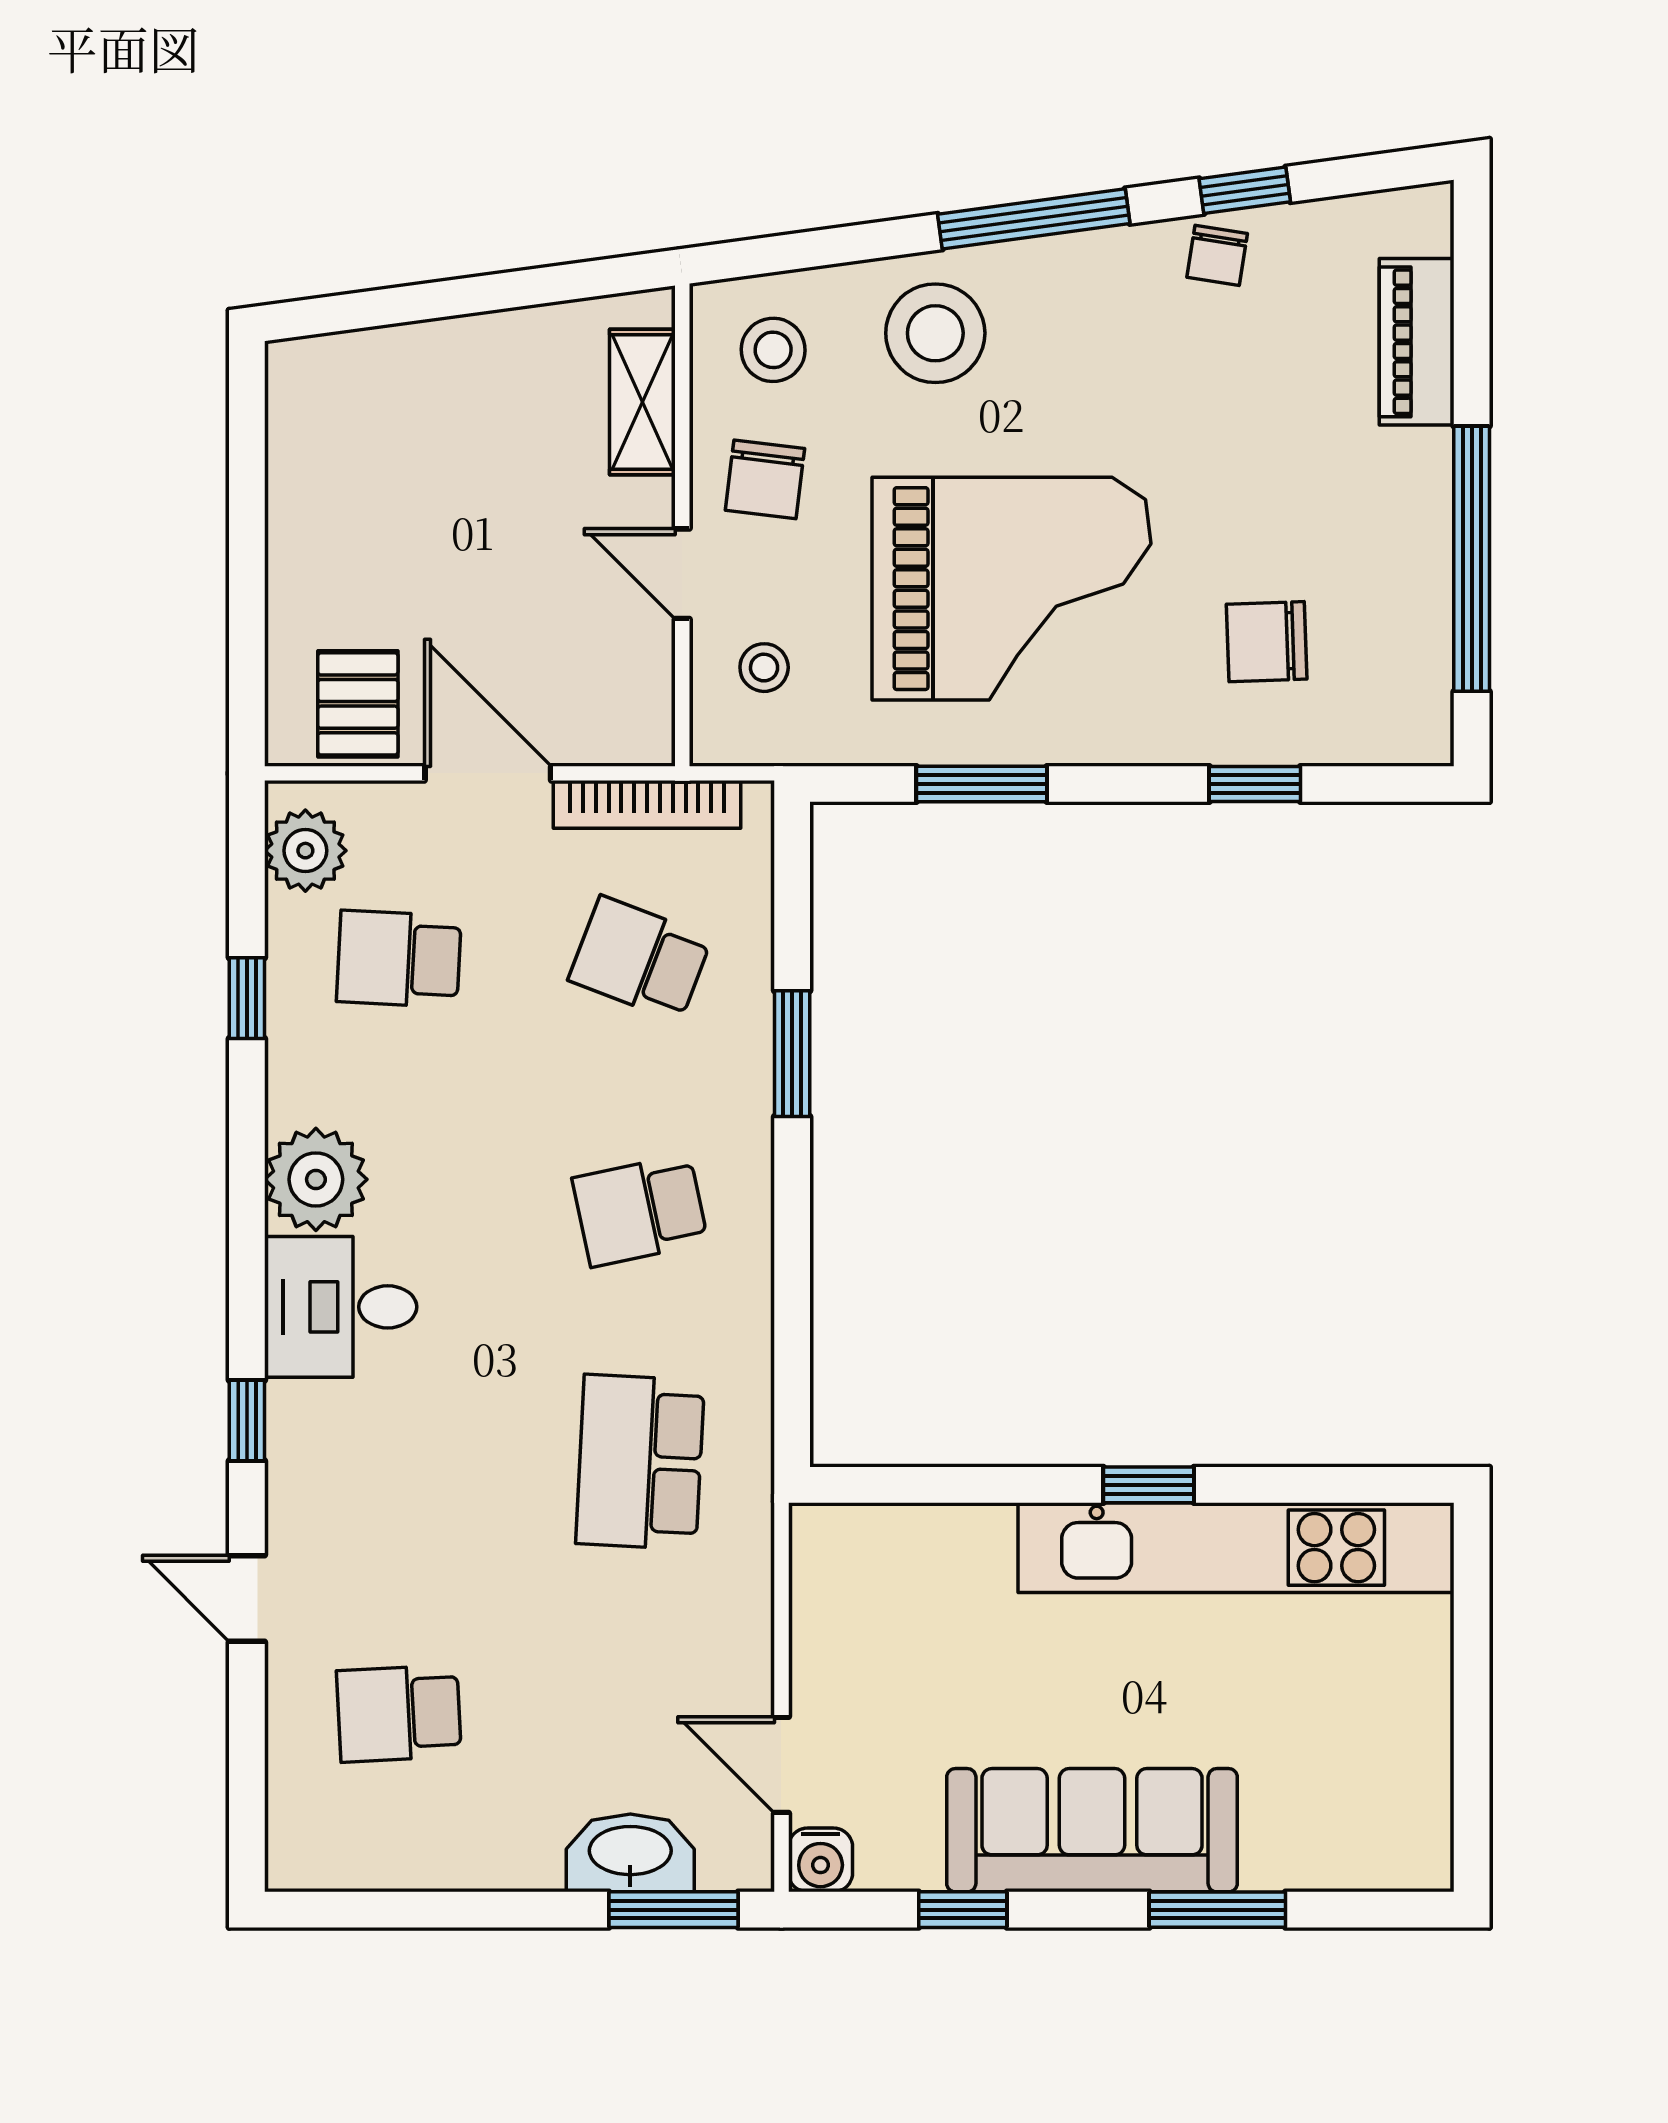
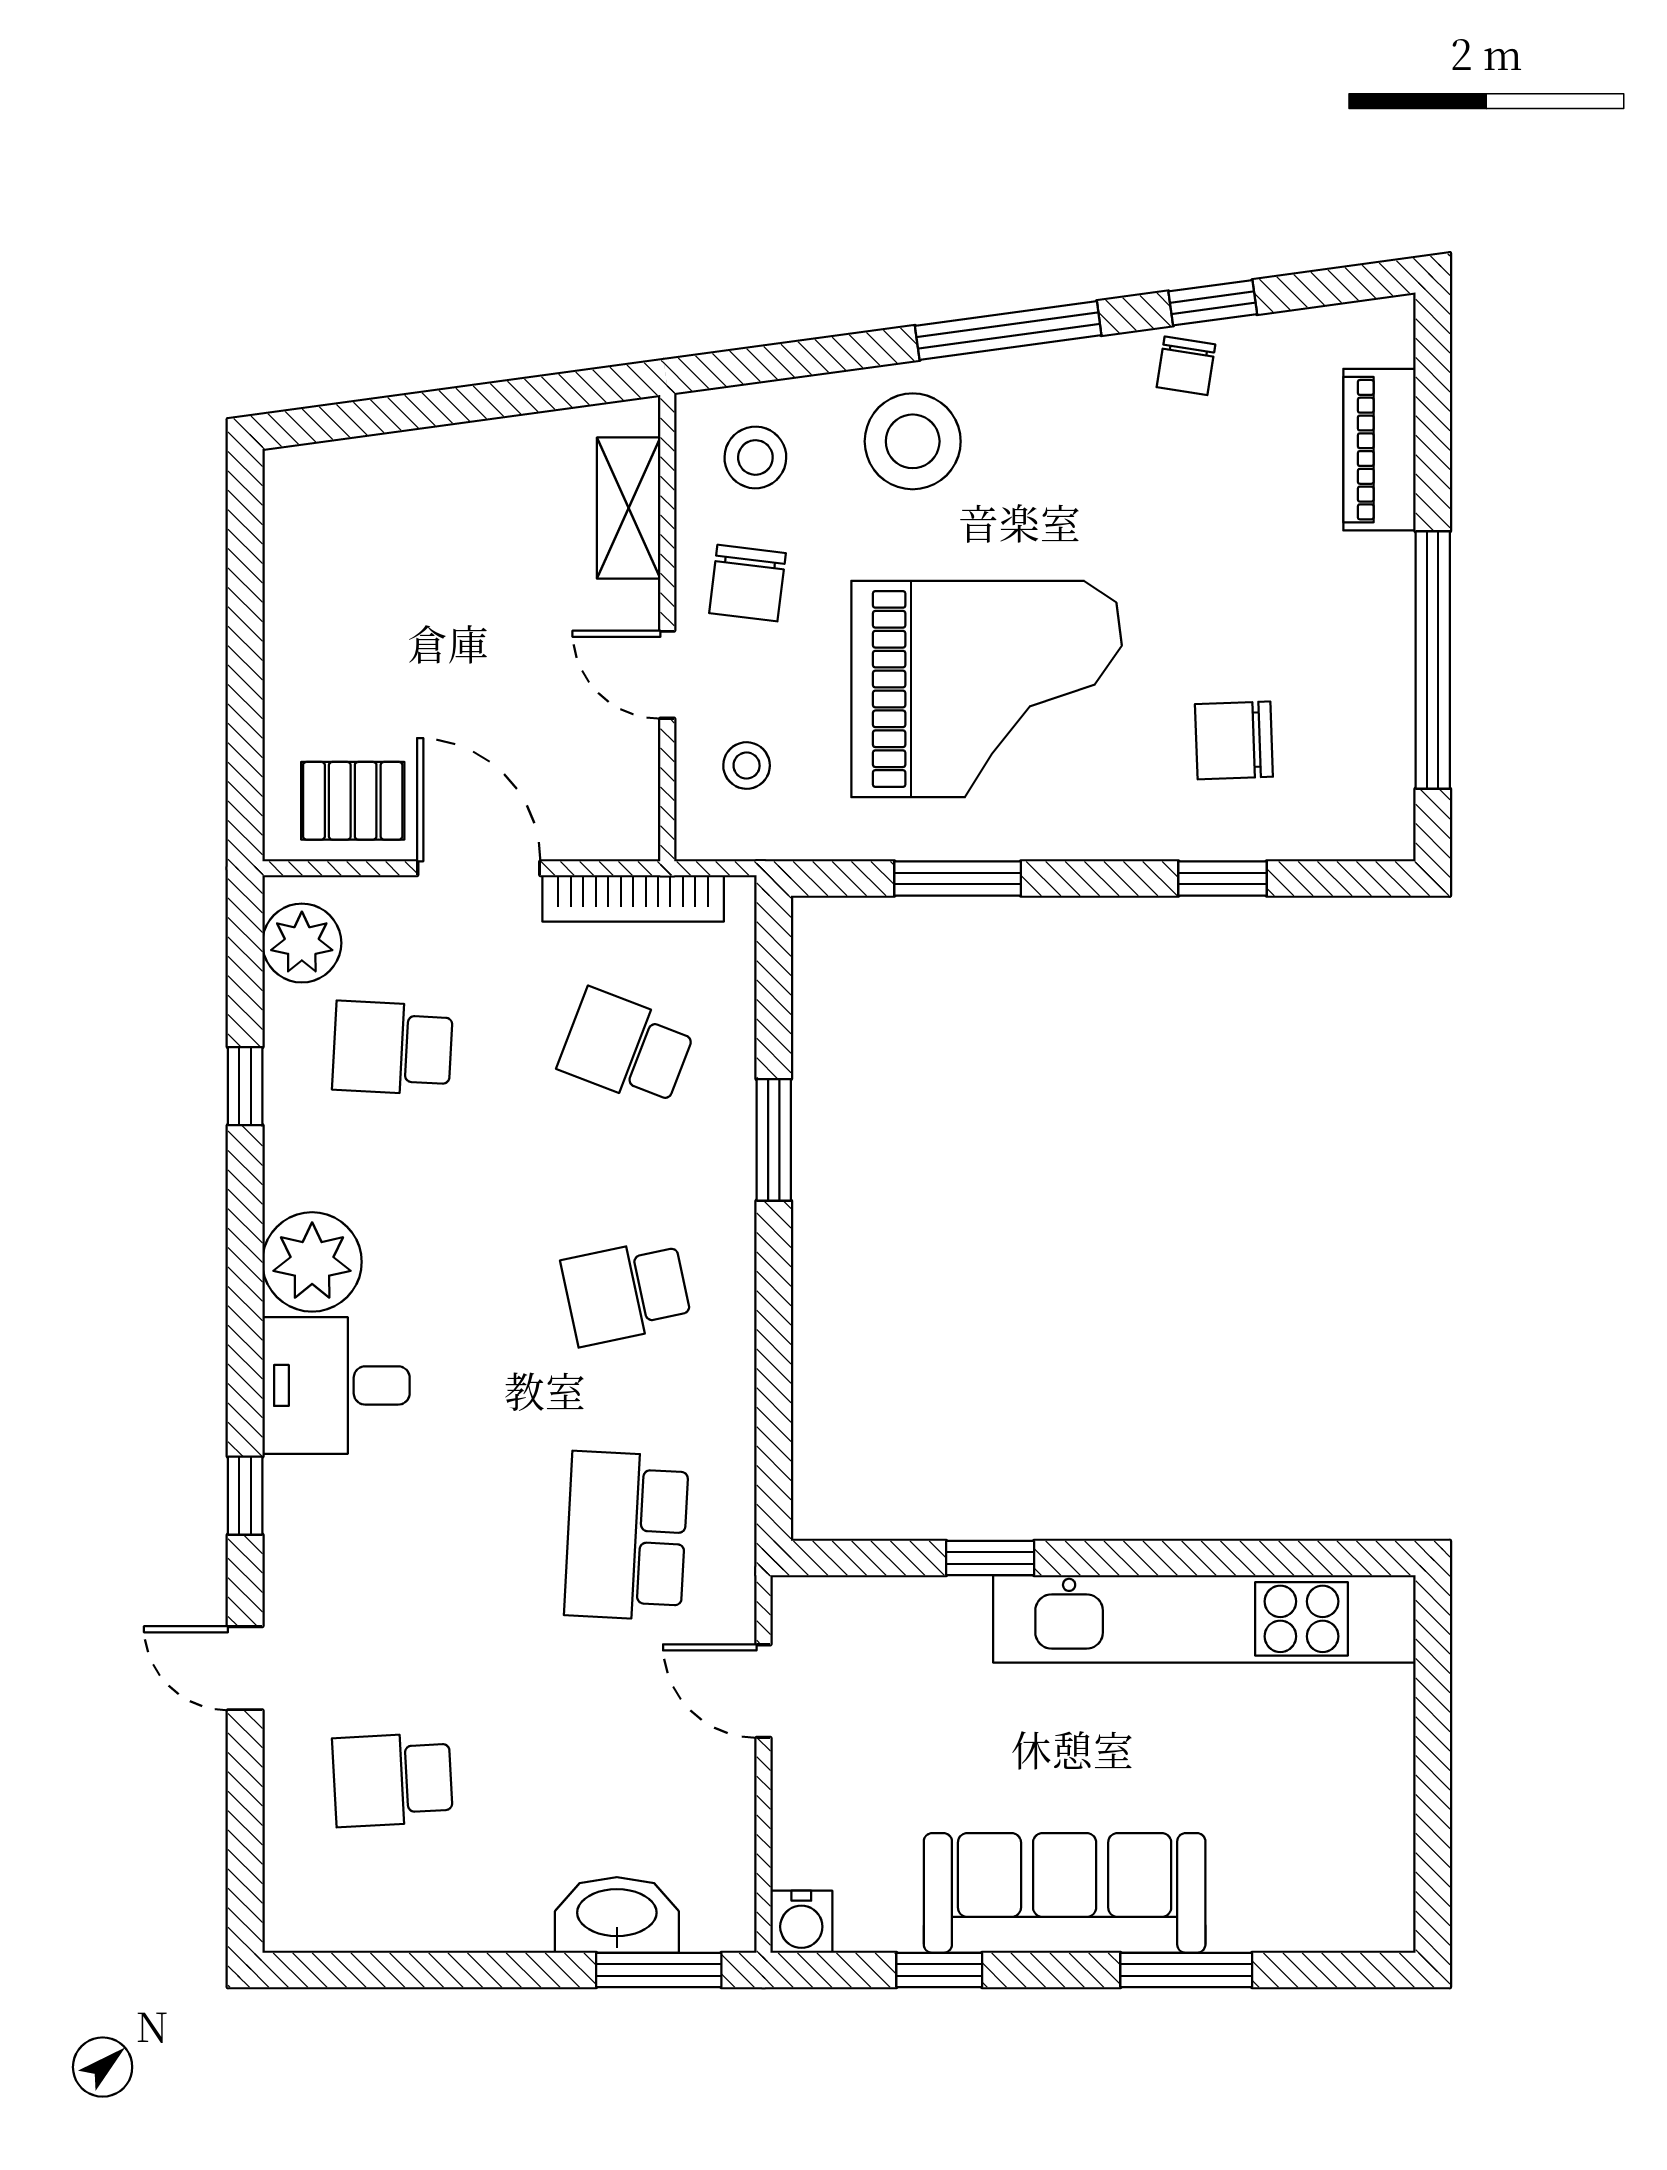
pallet: (358, 704) -> (353, 801), turned 90
window: (1149, 1485) -> (990, 1558), moved
door: (781, 1765) -> (763, 1691), moved

